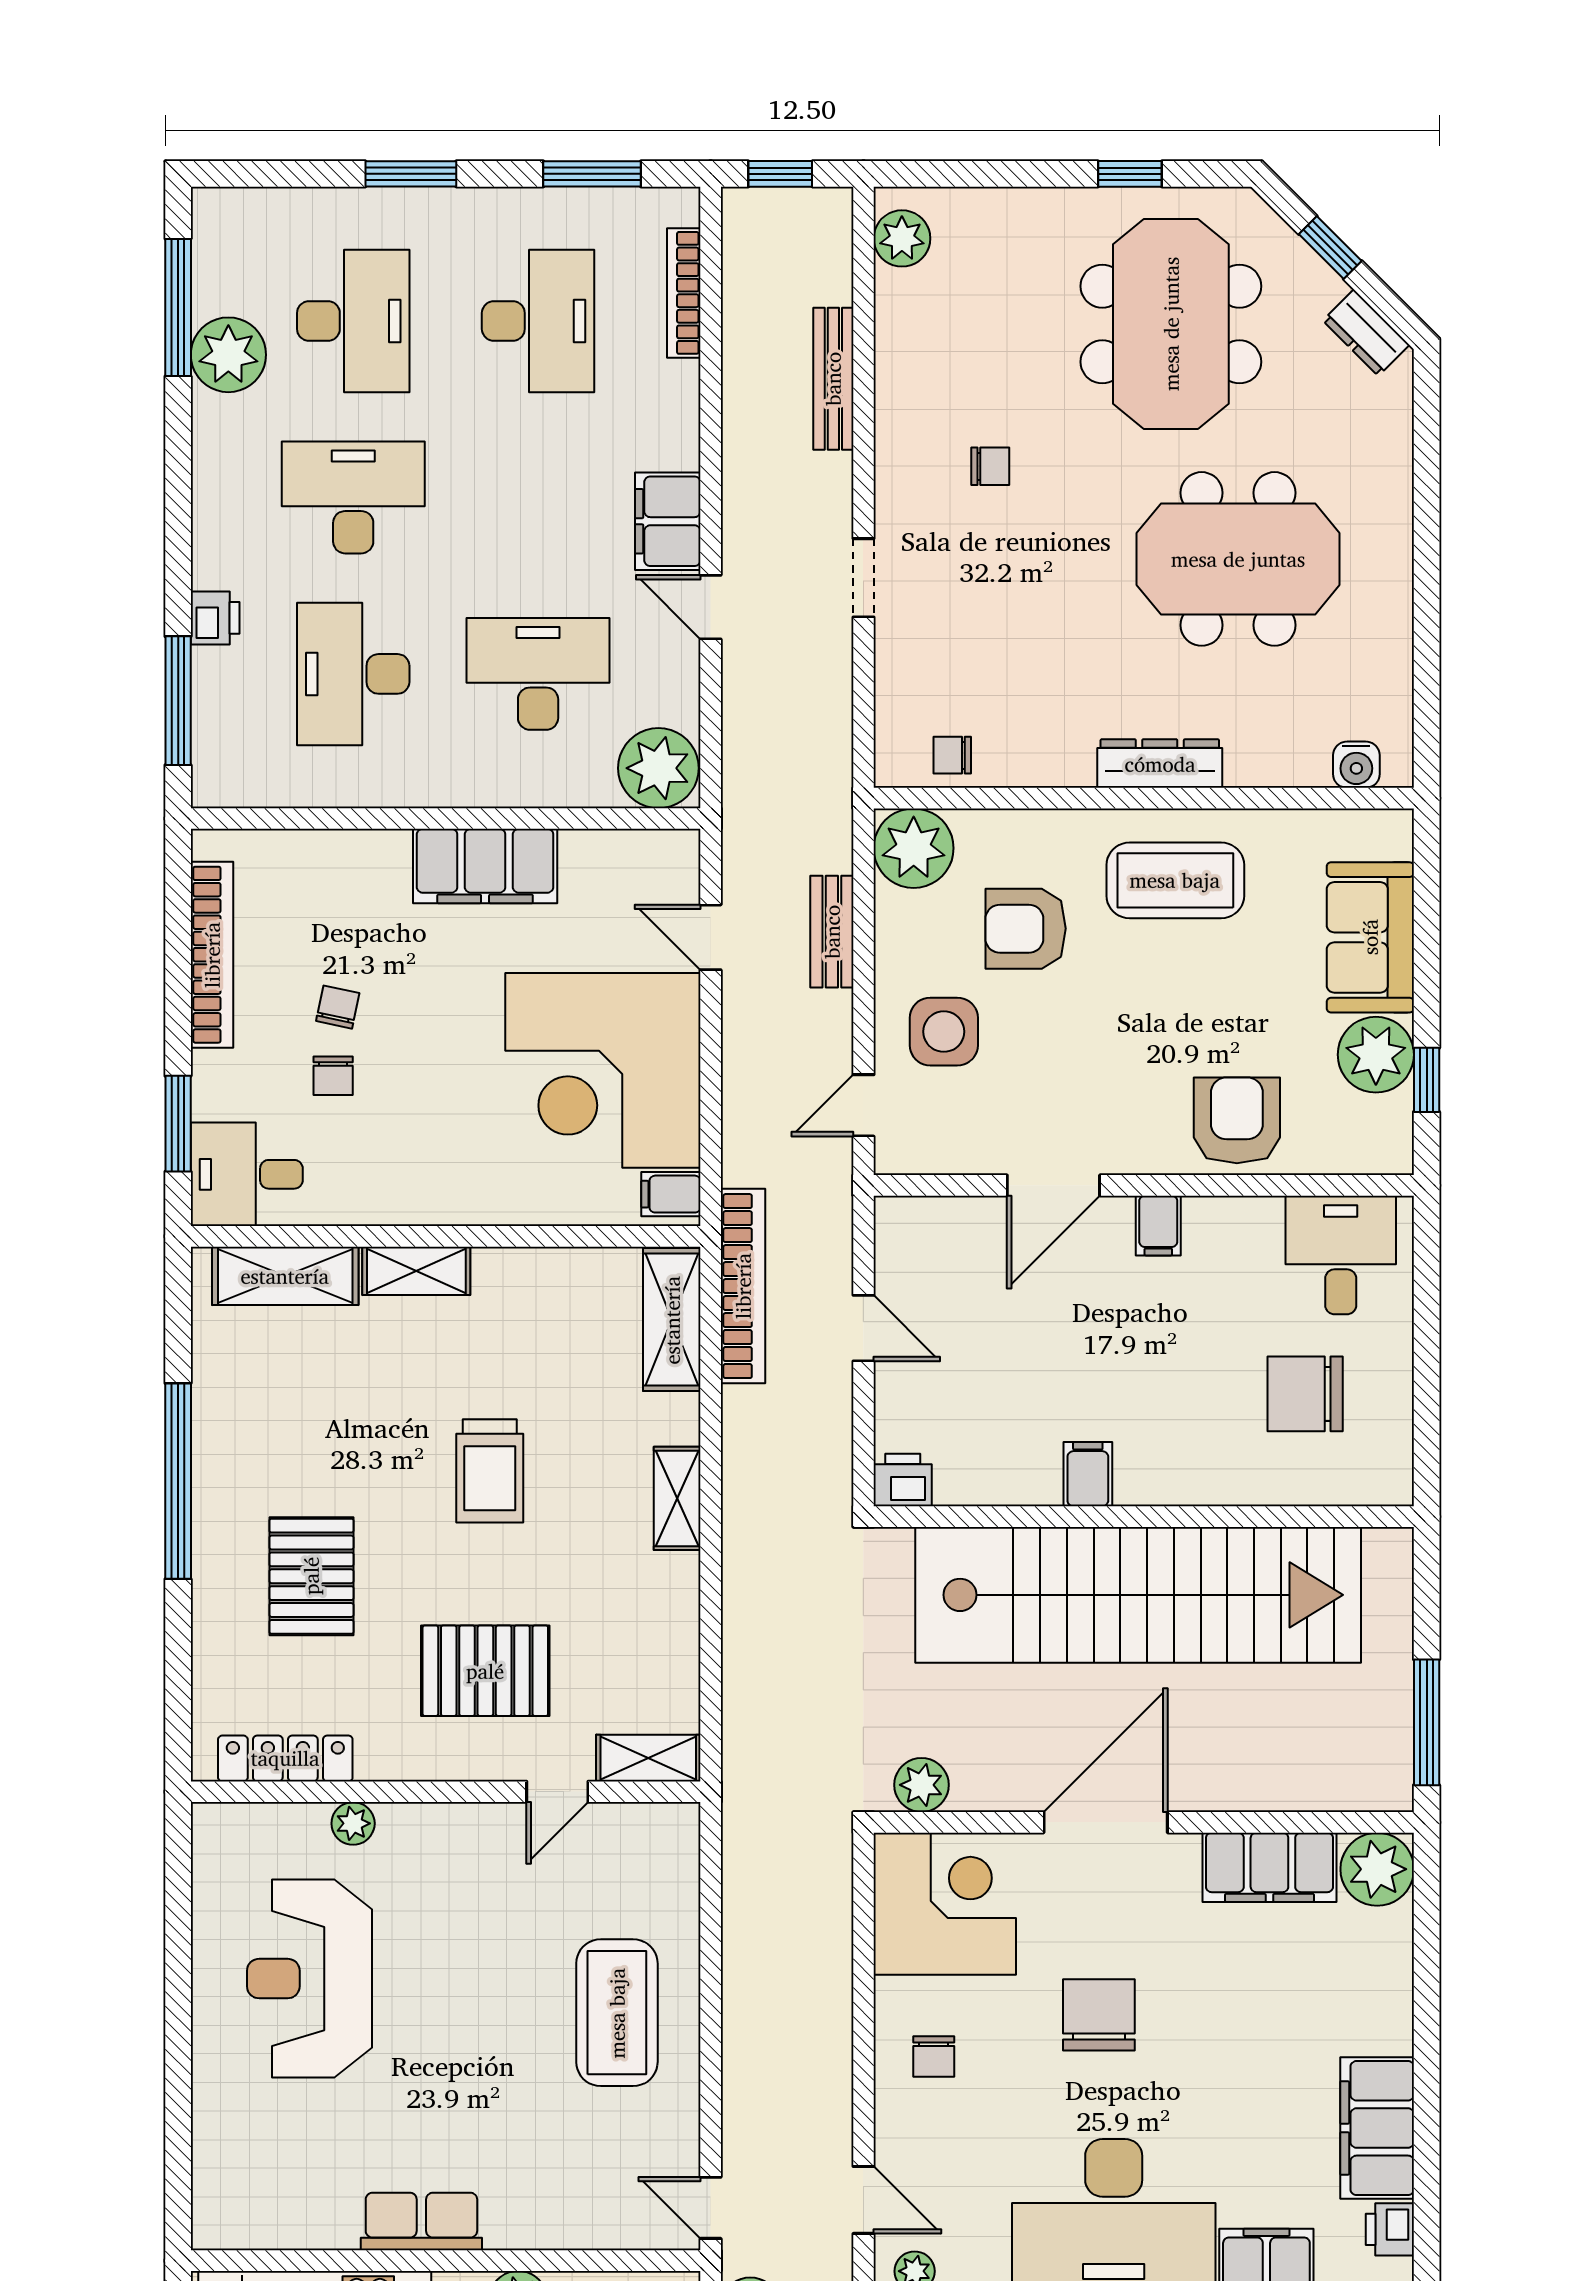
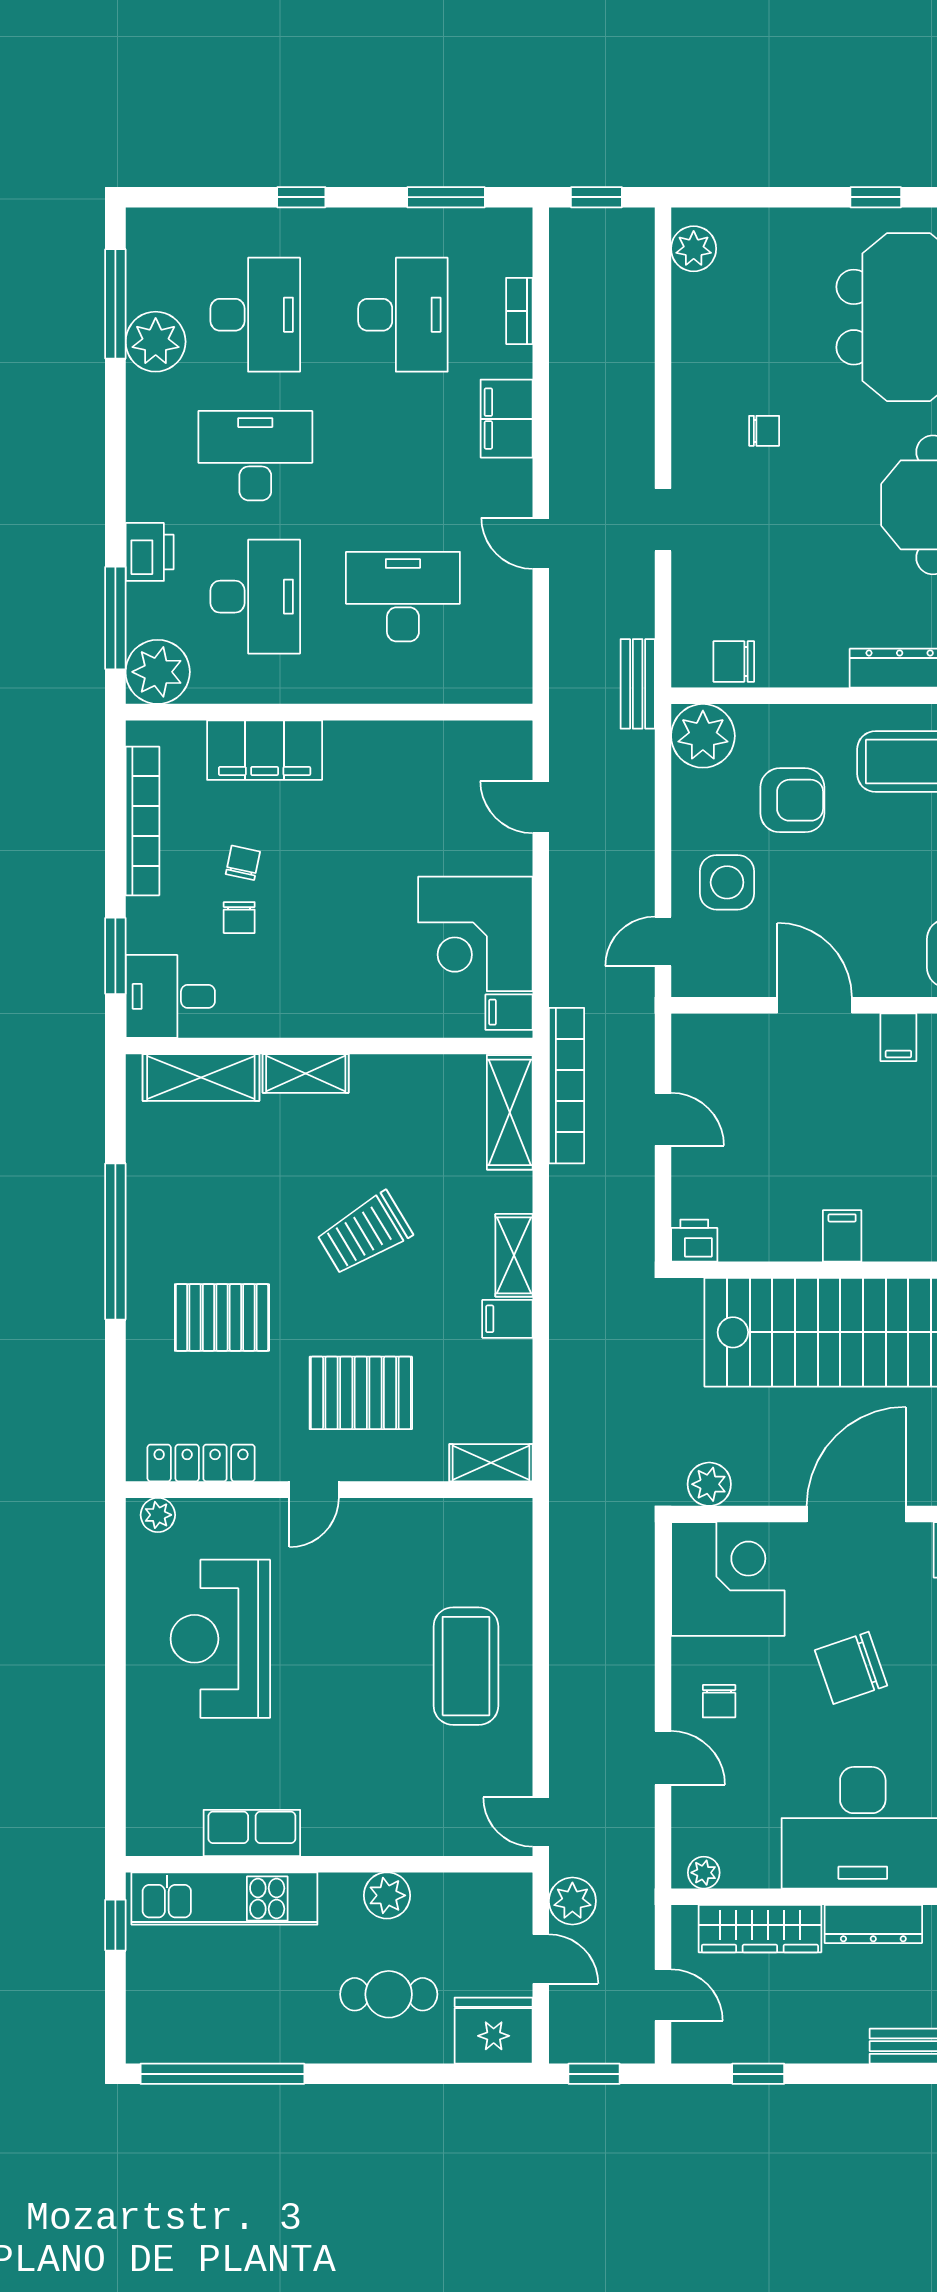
window: (411, 174) -> (301, 197), width x0.67
bookcase: (684, 293) -> (519, 311), width x0.64
bench: (833, 379) -> (639, 361), removed
filing cabinet: (668, 521) -> (507, 419), moved
printer: (215, 618) -> (150, 552), width x1.36, depth x1.24
desk: (353, 674) -> (255, 597), turned 180
chair: (952, 755) -> (734, 661), width x1.37, depth x1.37
plant: (658, 768) -> (158, 672), moved
filing cabinet: (485, 866) -> (265, 750), moved
armchair: (1026, 929) -> (792, 800), turned 180
bench: (832, 932) -> (638, 684), moved
corner desk: (603, 1070) -> (475, 934), width x0.74, depth x0.74
door: (1053, 1185) -> (815, 1005), swing flipped
trolley: (490, 1471) -> (364, 1233), turned 59
pallet: (311, 1576) -> (222, 1317), turned 90
filing cabinet: (669, 1578) -> (507, 1319), added
door: (557, 1792) -> (314, 1490), moved
plant: (353, 1823) -> (158, 1515), moved
chair: (1099, 2015) -> (851, 1668), turned -109
door: (863, 2200) -> (663, 1758), moved
row of seats: (421, 2222) -> (252, 1833), moved

